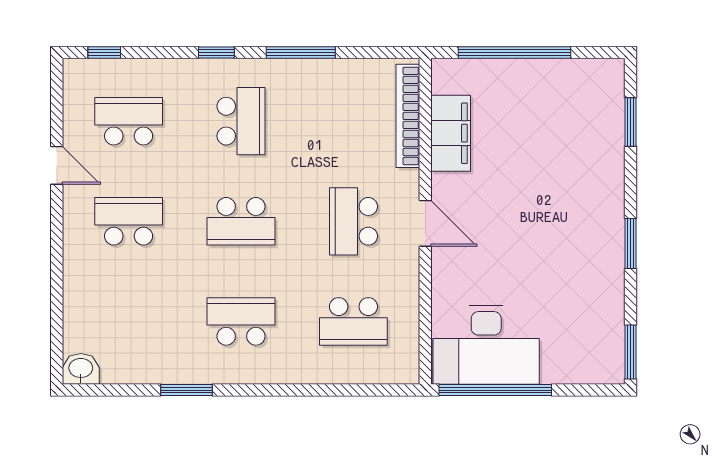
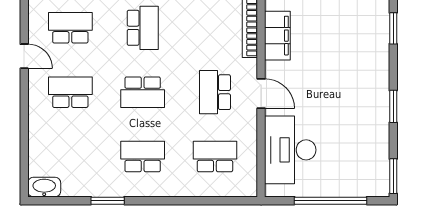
school desk: (353, 321) -> (215, 157), turned 180
desk: (486, 345) -> (290, 150), moved, turned 90
washbasin: (81, 369) -> (44, 187), width x1.38
window: (495, 390) -> (331, 201), moved

